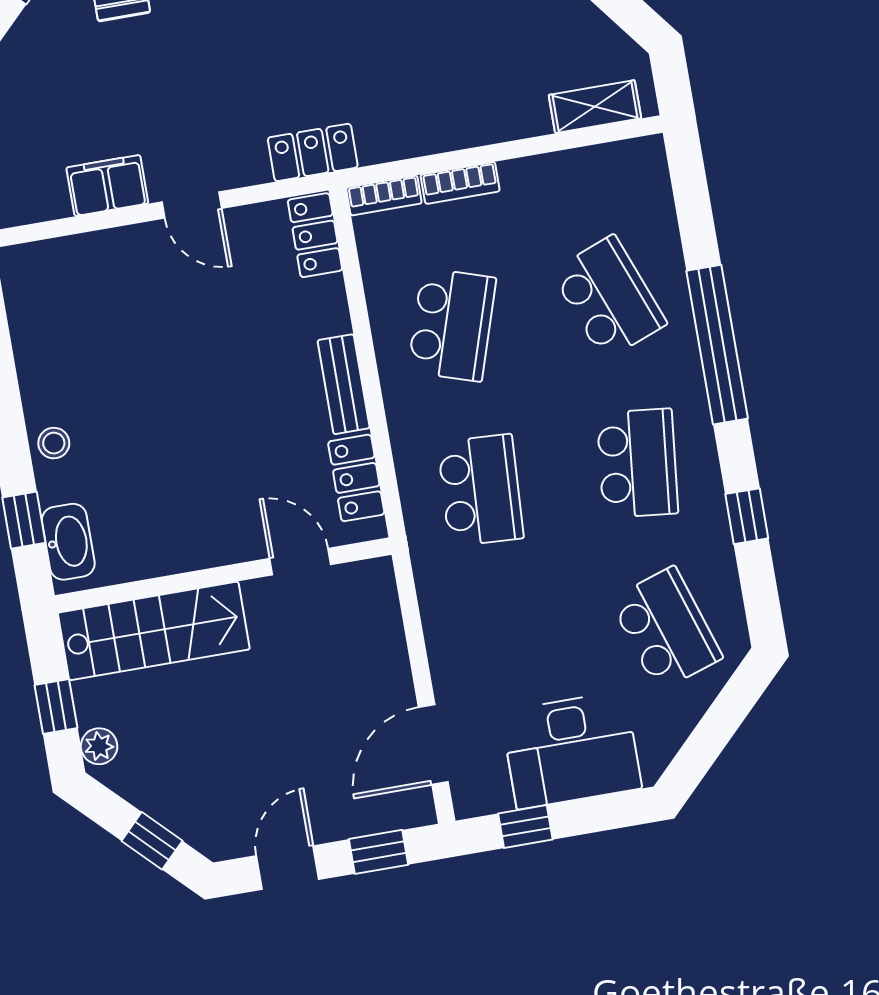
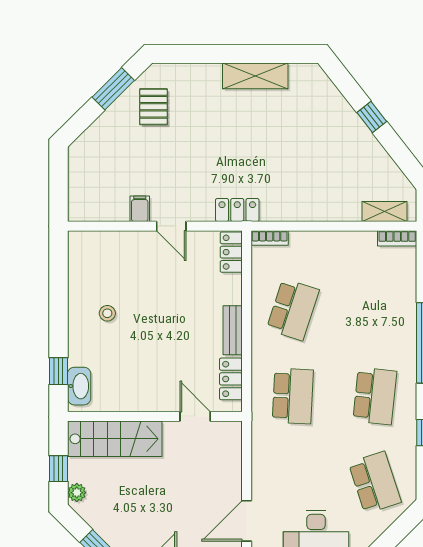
bookcase: (460, 183) -> (397, 238), moved
filing cabinet: (107, 185) -> (140, 209), width x0.50
school desk: (609, 298) -> (375, 310), removed
stool: (54, 443) -> (107, 313), moved

